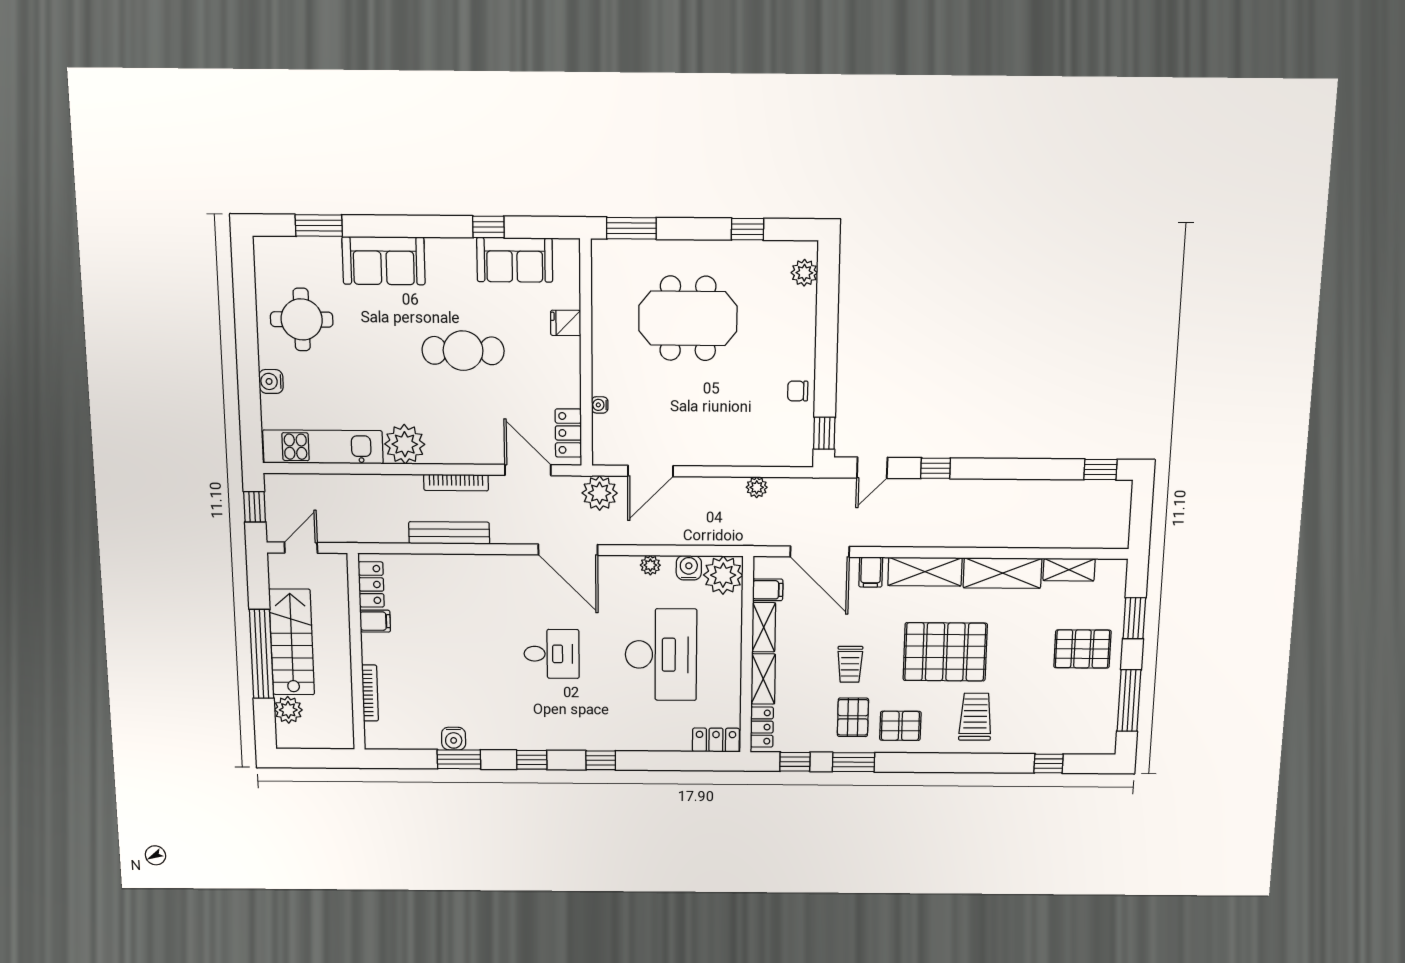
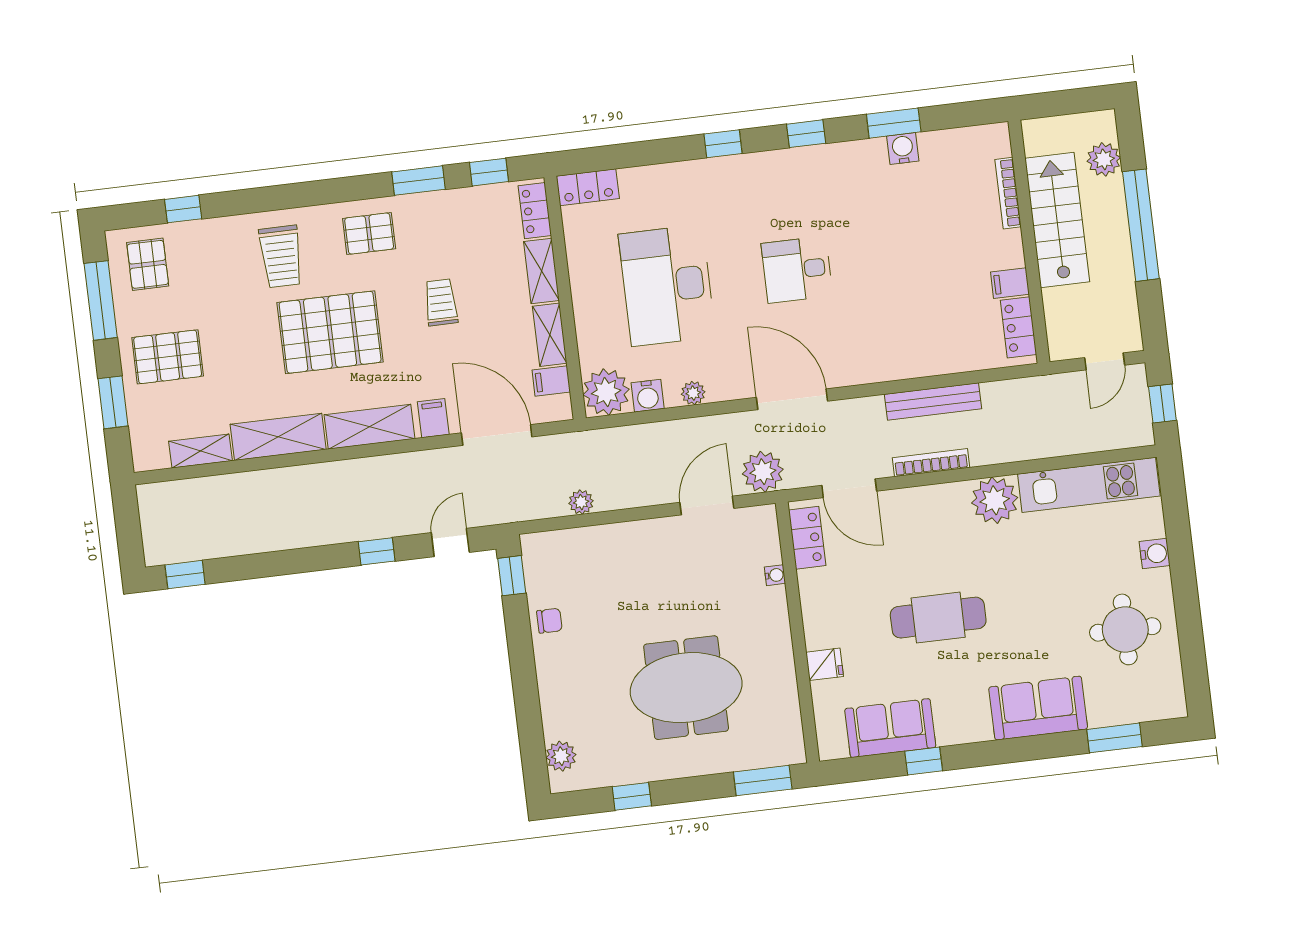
stairs: (292, 642) -> (1057, 220), moved, turned 180
pallet: (853, 717) -> (148, 264), moved

